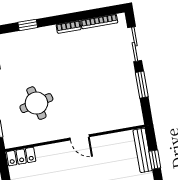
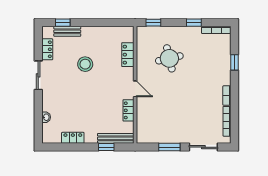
door: (80, 137) -> (135, 89), swing flipped
locker: (107, 141) -> (128, 110), added
locker: (21, 157) -> (128, 55), moved

